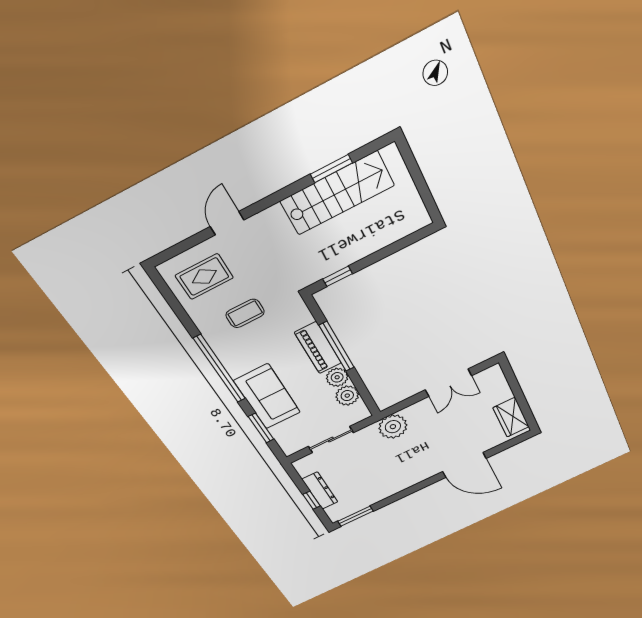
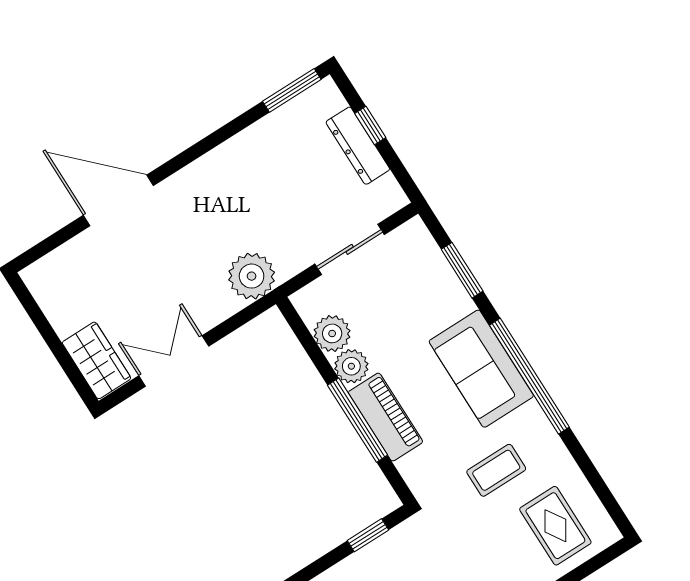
rug: (204, 277) -> (555, 526), turned 90
sofa: (267, 397) -> (481, 369), moved
wardrobe: (511, 417) -> (97, 360), moved

